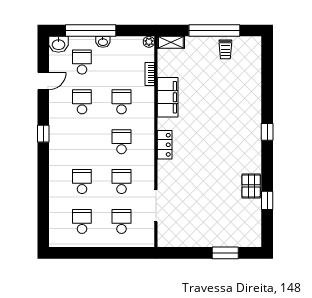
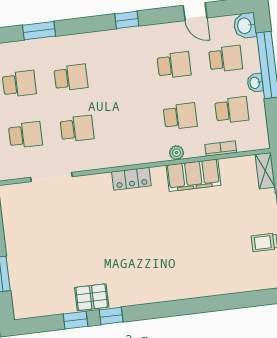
plant: (149, 42) -> (177, 153), moved
window: (267, 132) -> (111, 316), moved
school desk: (121, 142) -> (232, 110), moved
window: (43, 201) -> (39, 31), added

